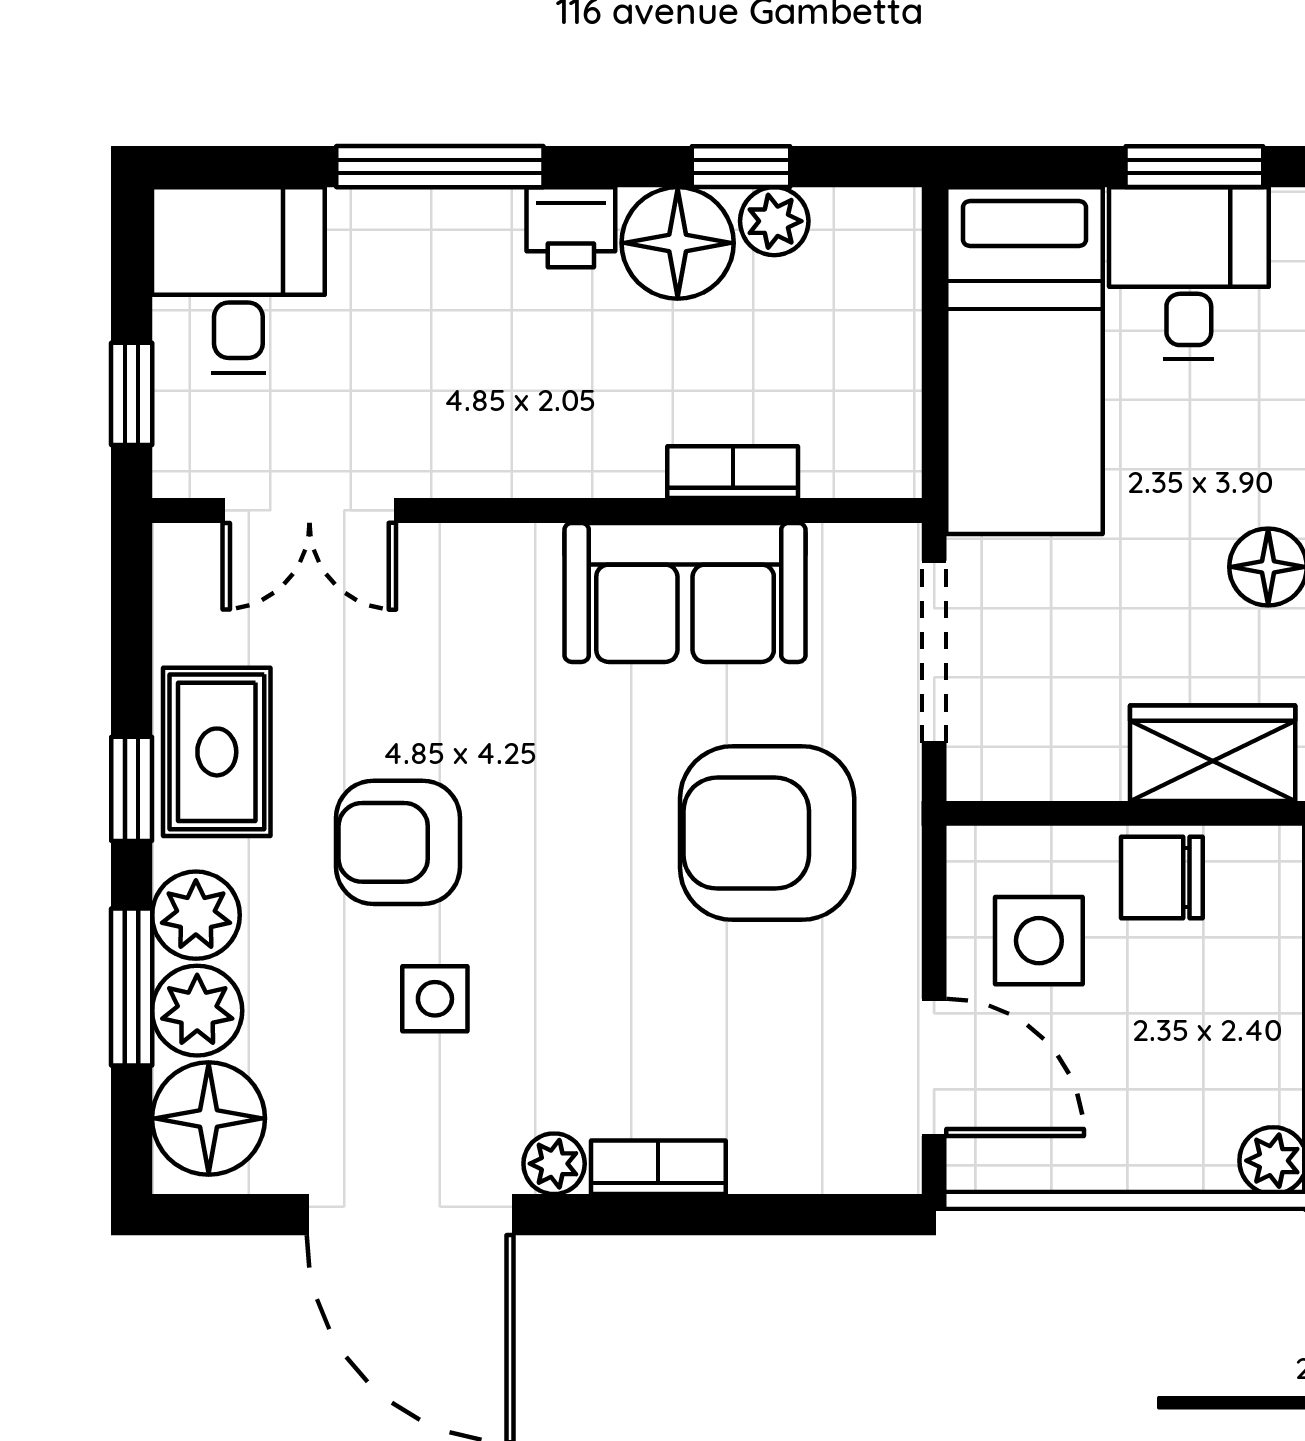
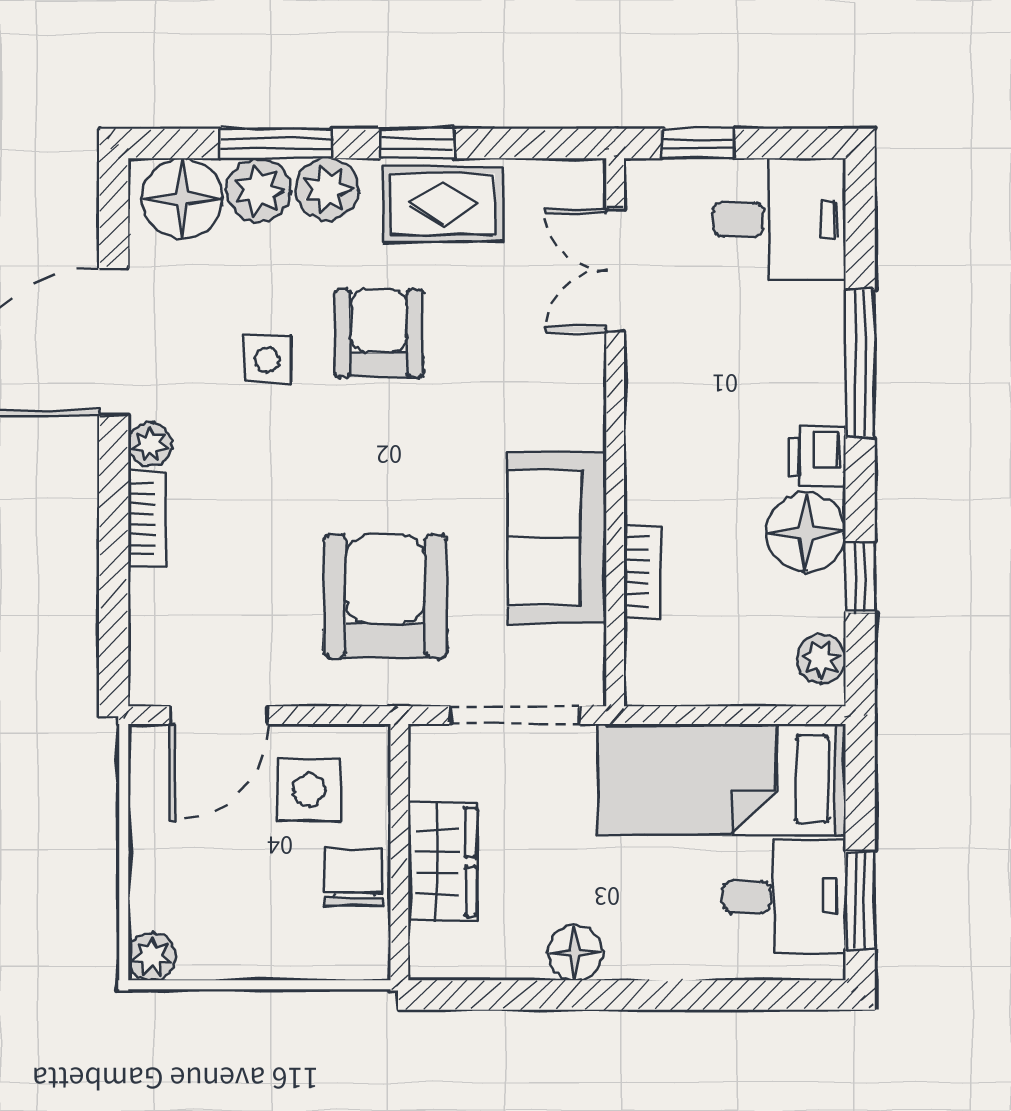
plant: (774, 221) -> (821, 659), moved
wardrobe: (1213, 753) -> (442, 862), moved

